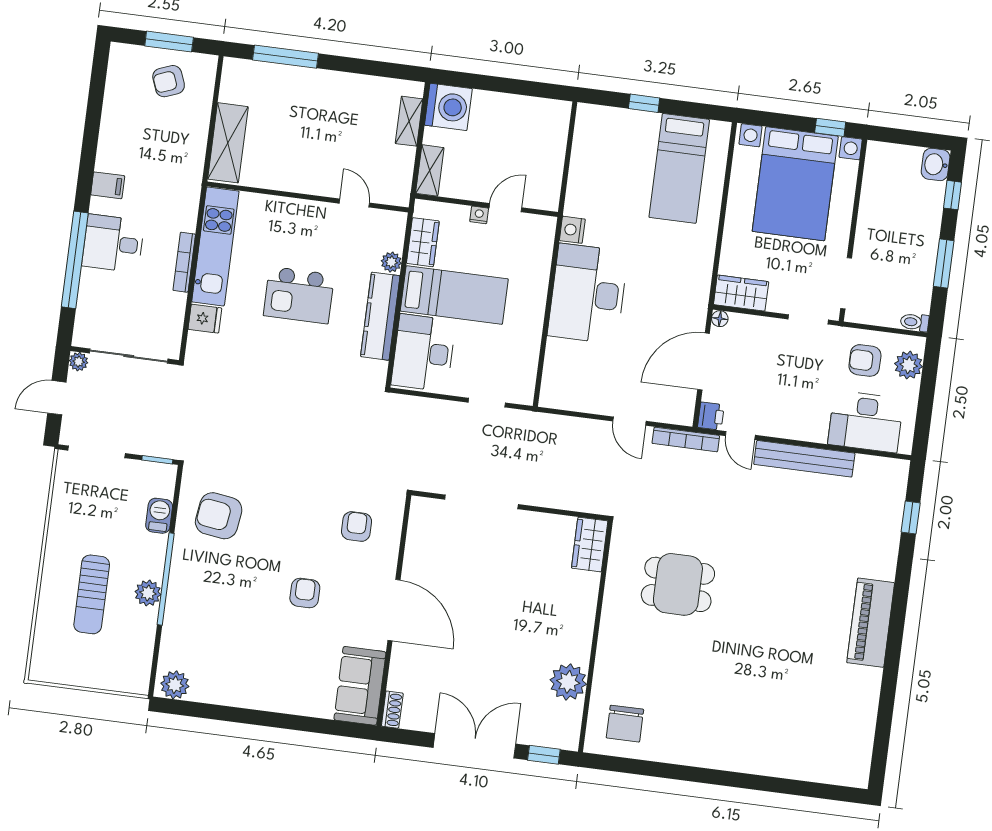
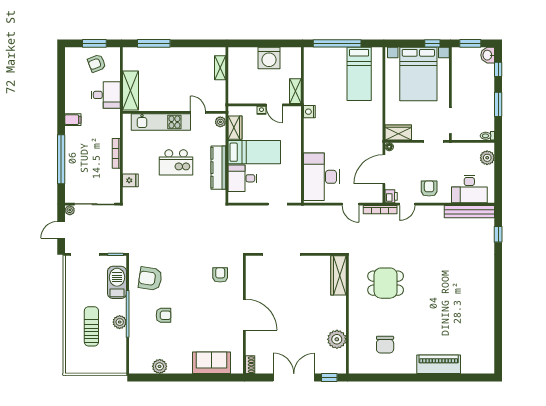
window: (644, 103) -> (337, 43), width x3.17
washing machine: (448, 107) -> (269, 58), moved, turned 90
window: (905, 137) -> (470, 43), added
shelving: (430, 170) -> (295, 91), moved
door: (505, 208) -> (274, 105), swing flipped
desk: (113, 243) -> (106, 95), moved, turned 180
kitchen unit: (215, 246) -> (161, 122), moved, turned 90
plant: (391, 262) -> (220, 122), moved
desk: (588, 294) -> (321, 177), moved
desk: (424, 353) -> (243, 178), width x0.73
armchair: (865, 360) -> (429, 189), moved, turned 90
door: (740, 436) -> (407, 204), hinge flipped
bench: (804, 459) -> (469, 212), moved
barbecue: (159, 516) -> (117, 282), width x1.88, depth x1.53
wardrobe: (590, 545) -> (339, 275), width x1.50
armchair: (305, 593) -> (164, 315), moved, turned 90
sun lounger: (92, 594) -> (91, 326), turned 180
piano: (871, 623) -> (439, 364), moved, turned 90
plant: (175, 685) -> (160, 366), moved
sofa: (360, 686) -> (212, 363), moved, turned 90
chair: (625, 724) -> (385, 345), moved

